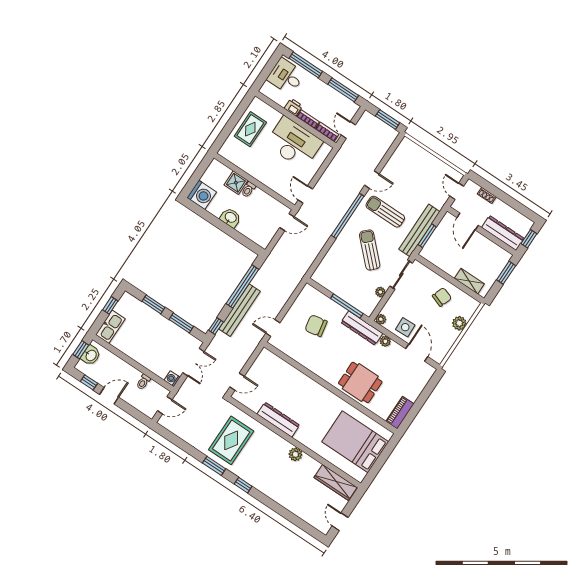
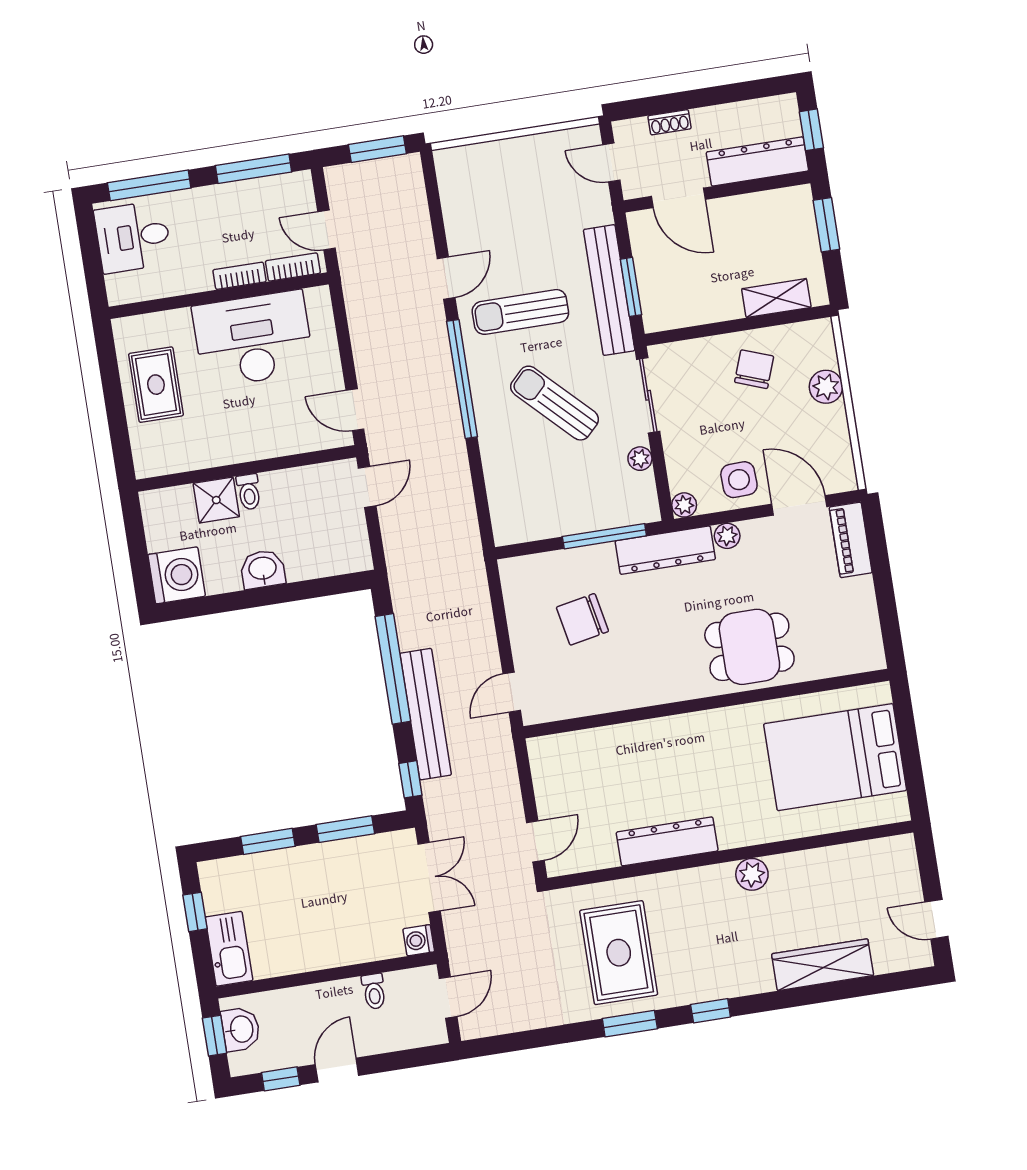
printer: (293, 107) -> (195, 278), removed
piano: (400, 413) -> (851, 540), moved
wardrobe: (335, 483) -> (823, 965), moved, turned 180

